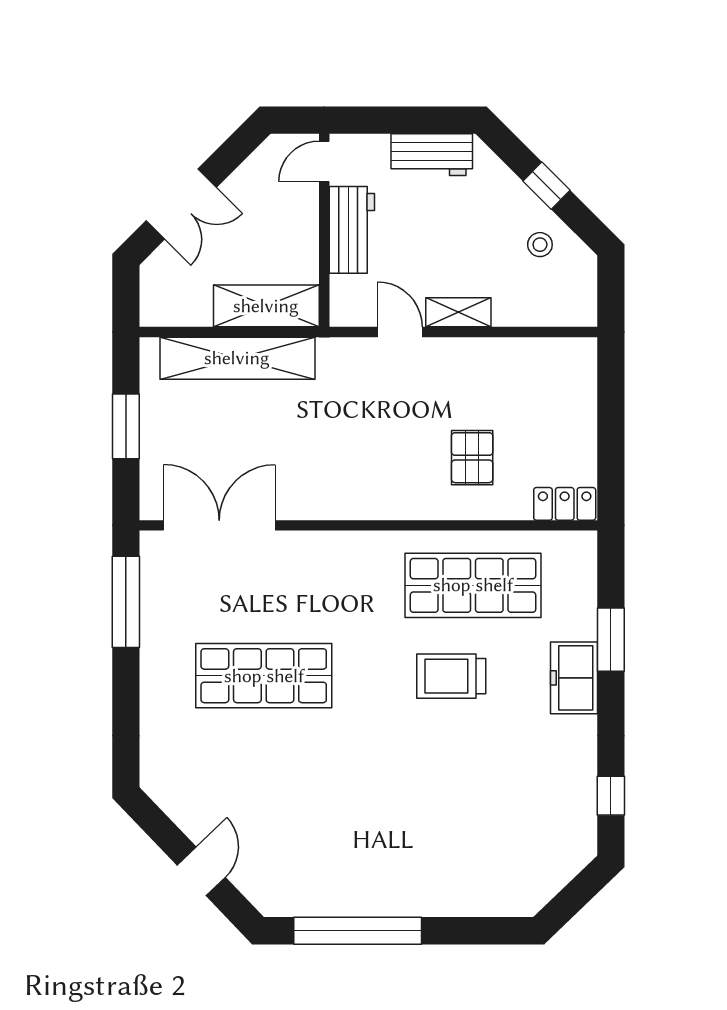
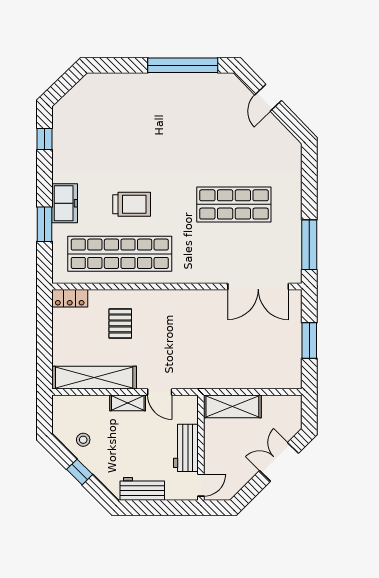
shelving: (237, 358) -> (94, 378), moved
shop shelf: (473, 585) -> (120, 254), width x1.40

